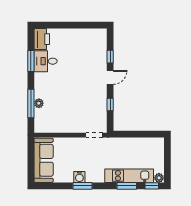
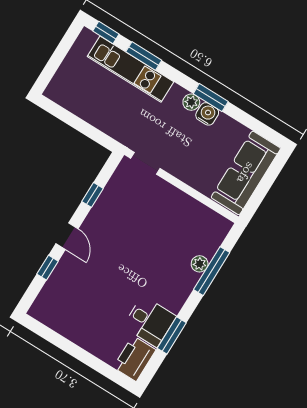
door: (110, 77) -> (67, 236), swing flipped
plant: (159, 178) -> (191, 102), moved

